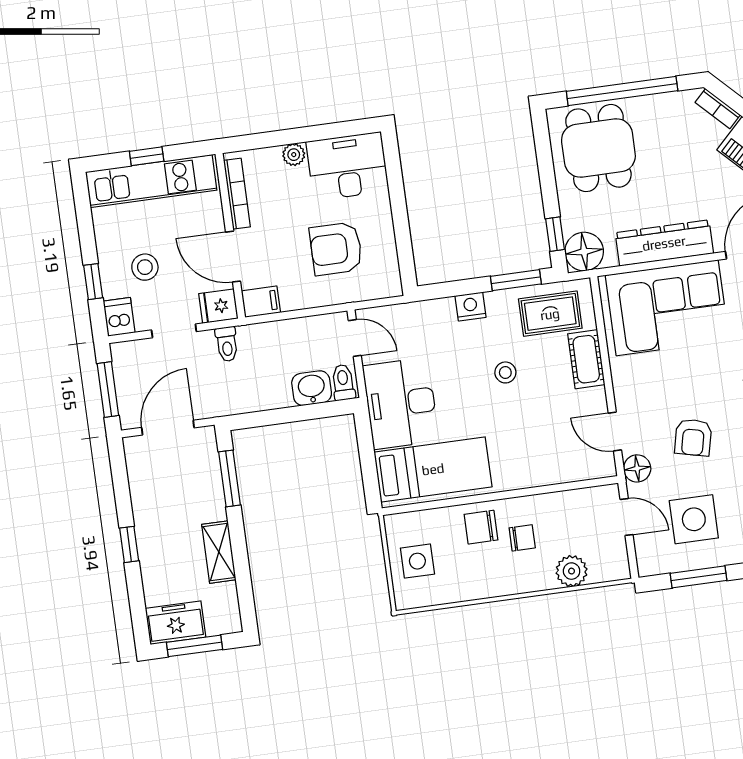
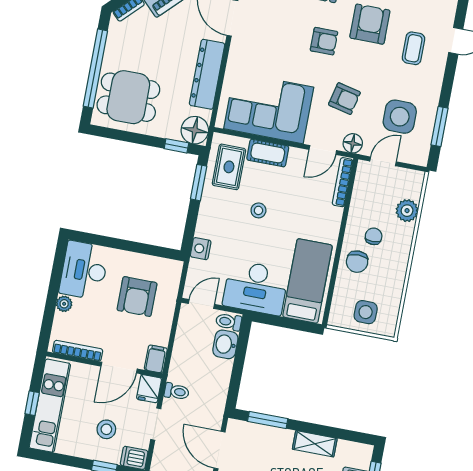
nightstand: (471, 307) -> (201, 249), moved
corner sofa: (667, 308) -> (269, 108), moved, turned -90
bookcase: (581, 472) -> (343, 182), added

